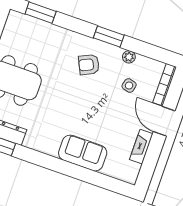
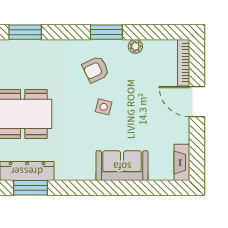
side table: (129, 85) -> (104, 107), moved
fireplace: (141, 147) -> (182, 162), moved

